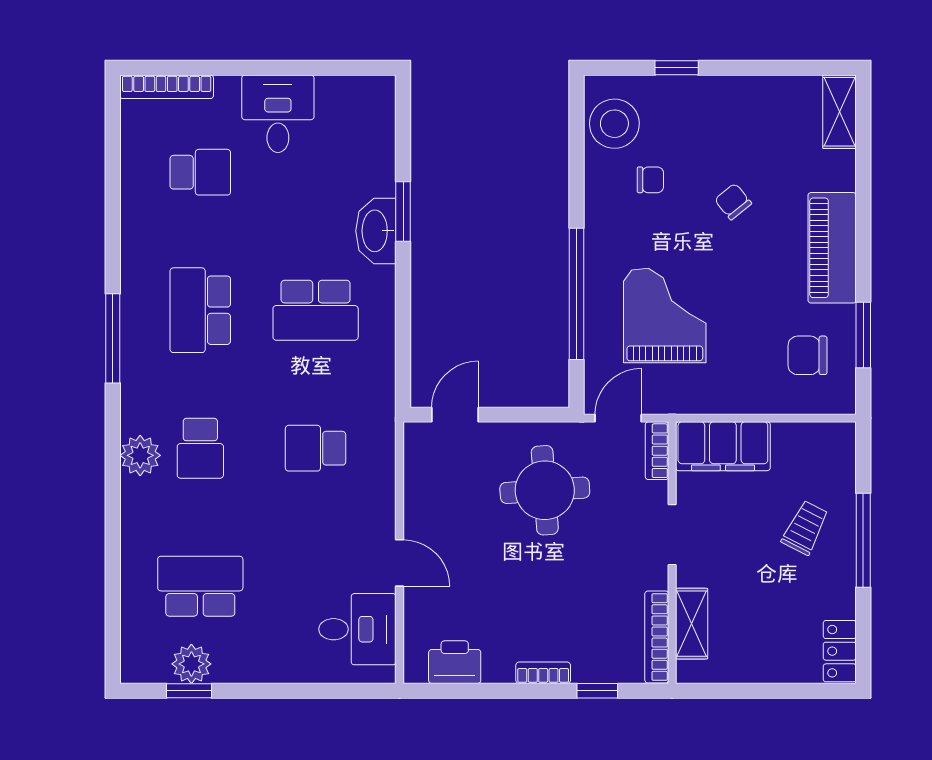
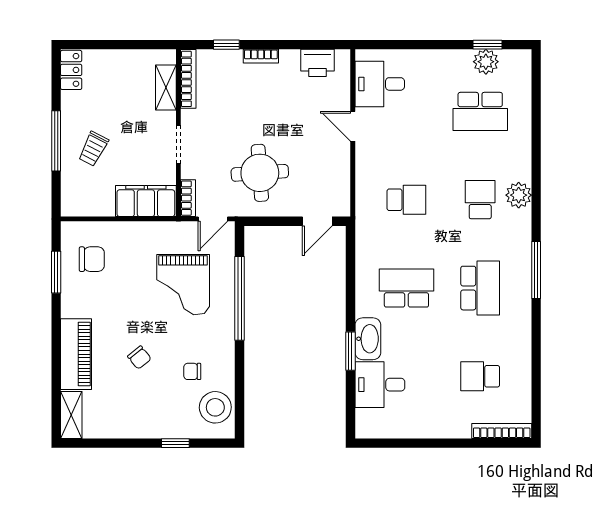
desk: (278, 114) -> (380, 385), moved, turned 90
piano: (832, 248) -> (76, 354), moved

